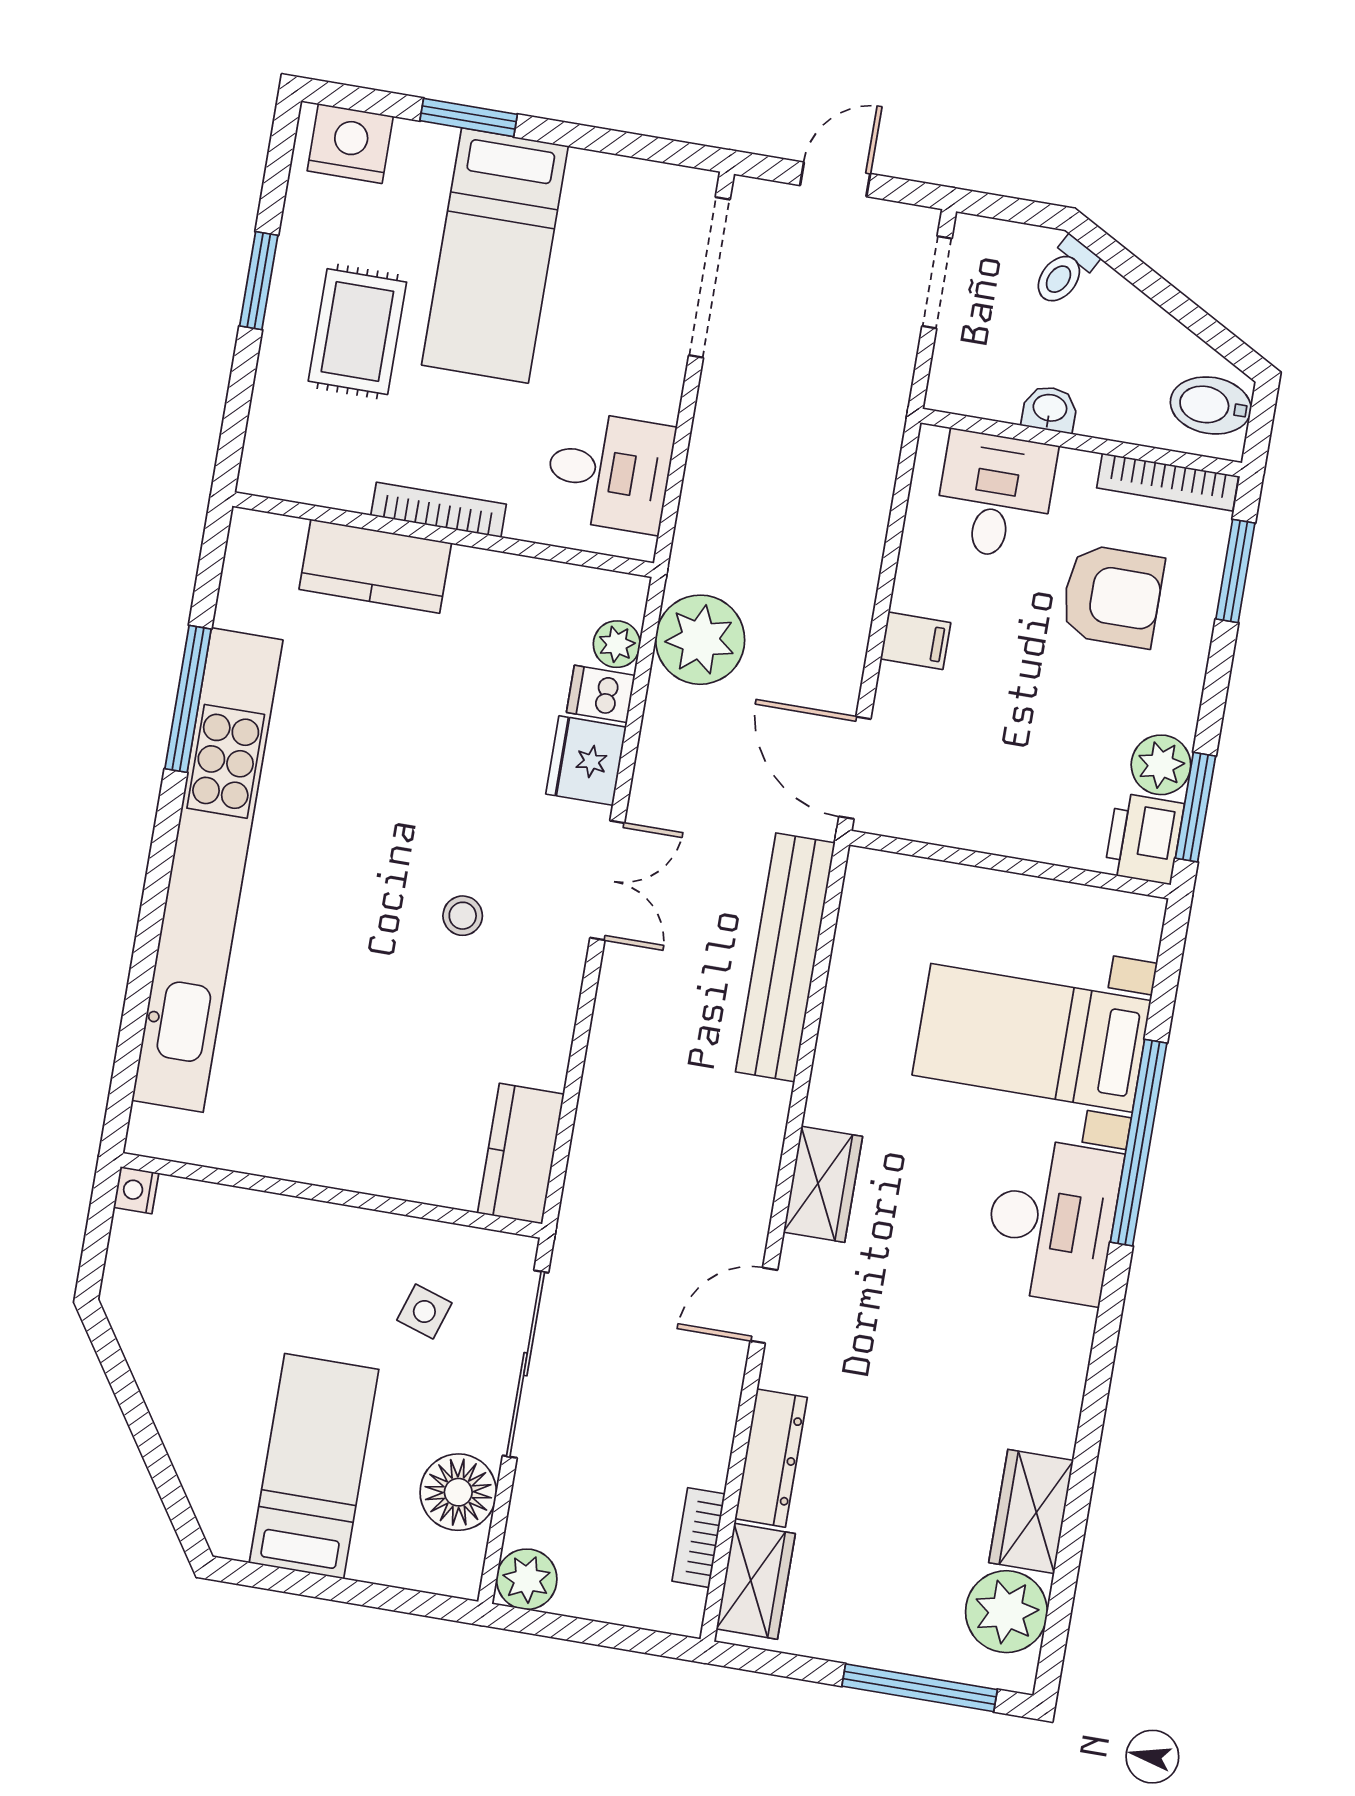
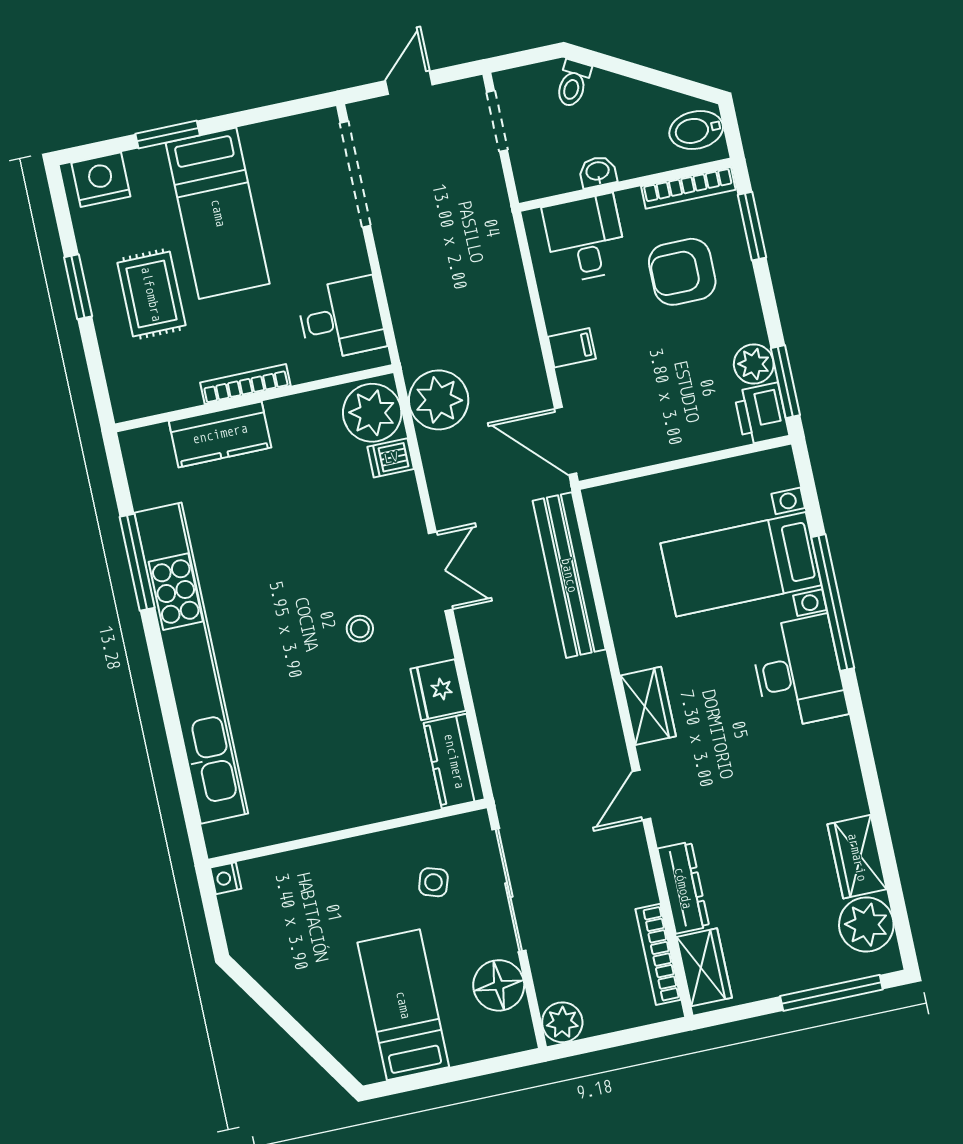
armchair: (1112, 596) -> (682, 272), turned 180
plant: (617, 644) -> (372, 413), width x1.88, depth x1.88
fridge: (586, 761) -> (438, 690), moved
bookcase: (699, 1538) -> (658, 954), width x1.56

